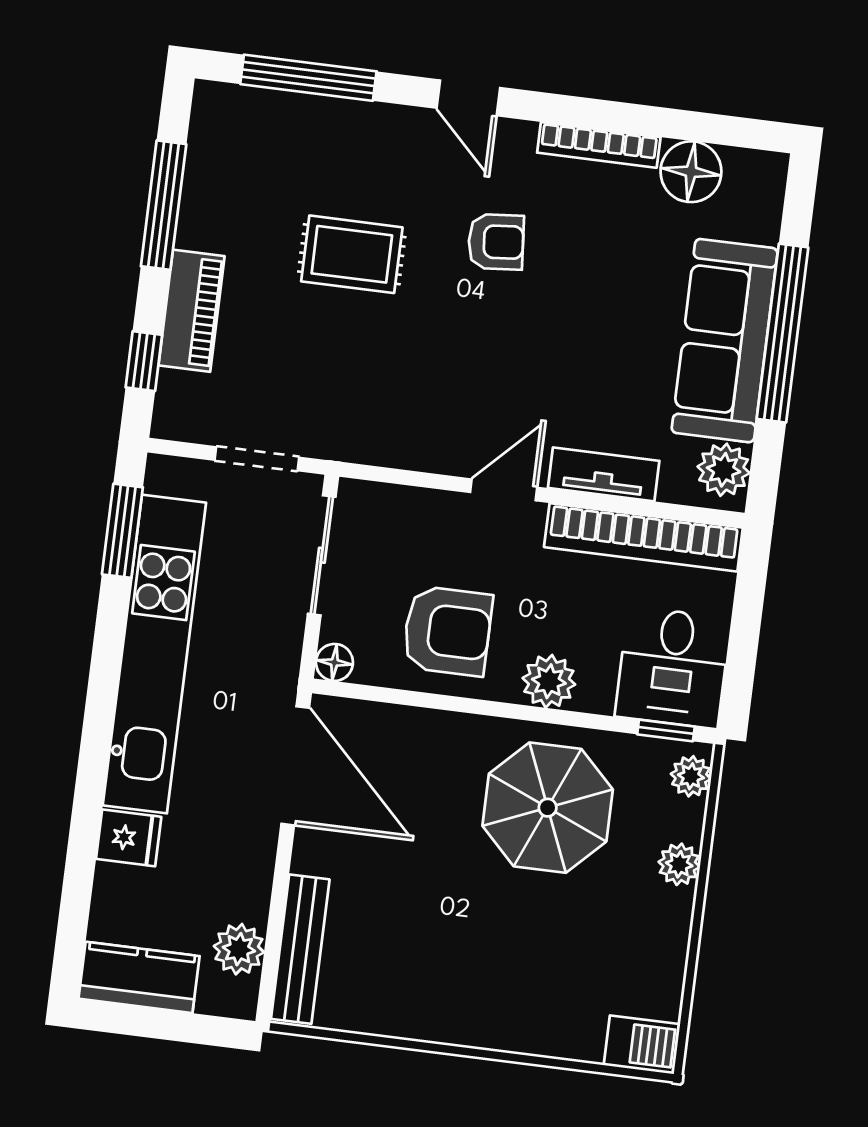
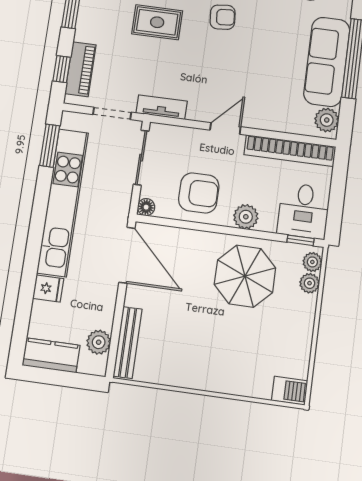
piano: (192, 311) -> (80, 69), moved
tv unit: (604, 474) -> (162, 107), moved
plant: (679, 864) -> (310, 283), moved

